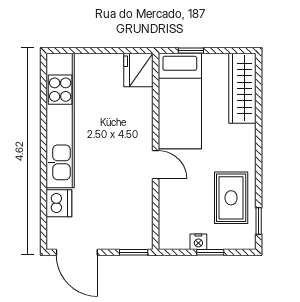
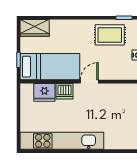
fridge: (138, 70) -> (44, 92), moved
wardrobe: (242, 88) -> (35, 28), width x0.67
dishwasher: (59, 203) -> (64, 91), moved, turned 180

